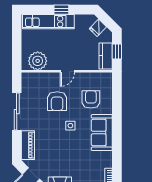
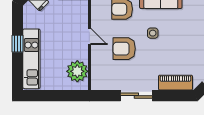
armchair: (57, 101) -> (124, 49), turned 180
sliding door: (17, 112) -> (136, 96), width x0.73

